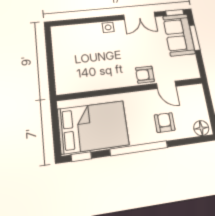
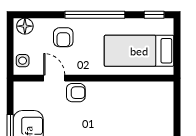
side table: (197, 97) -> (23, 61), added
bed: (93, 127) -> (139, 51), width x0.67

